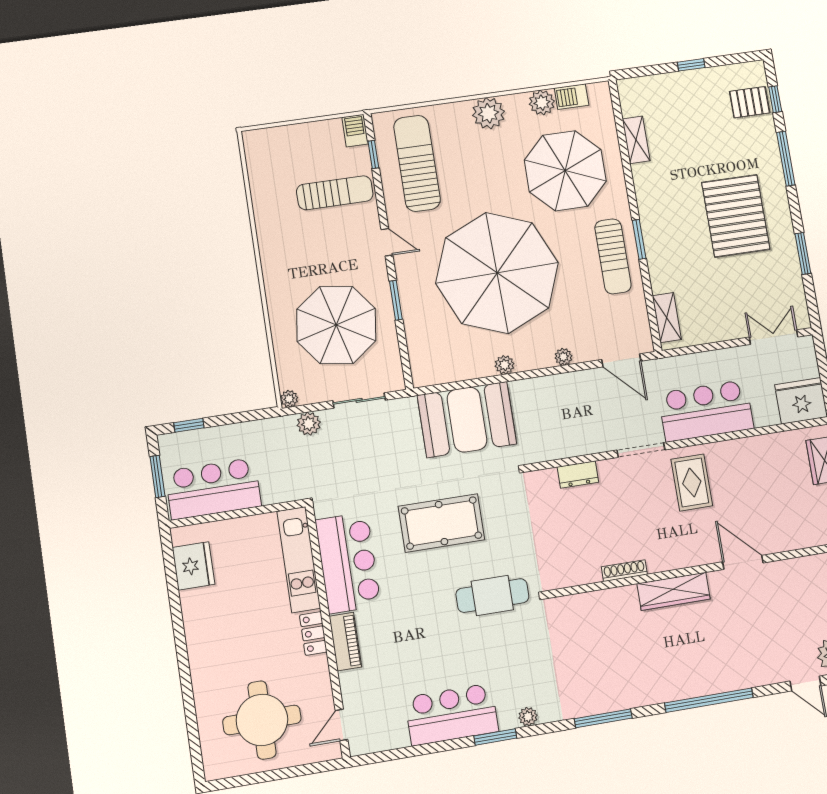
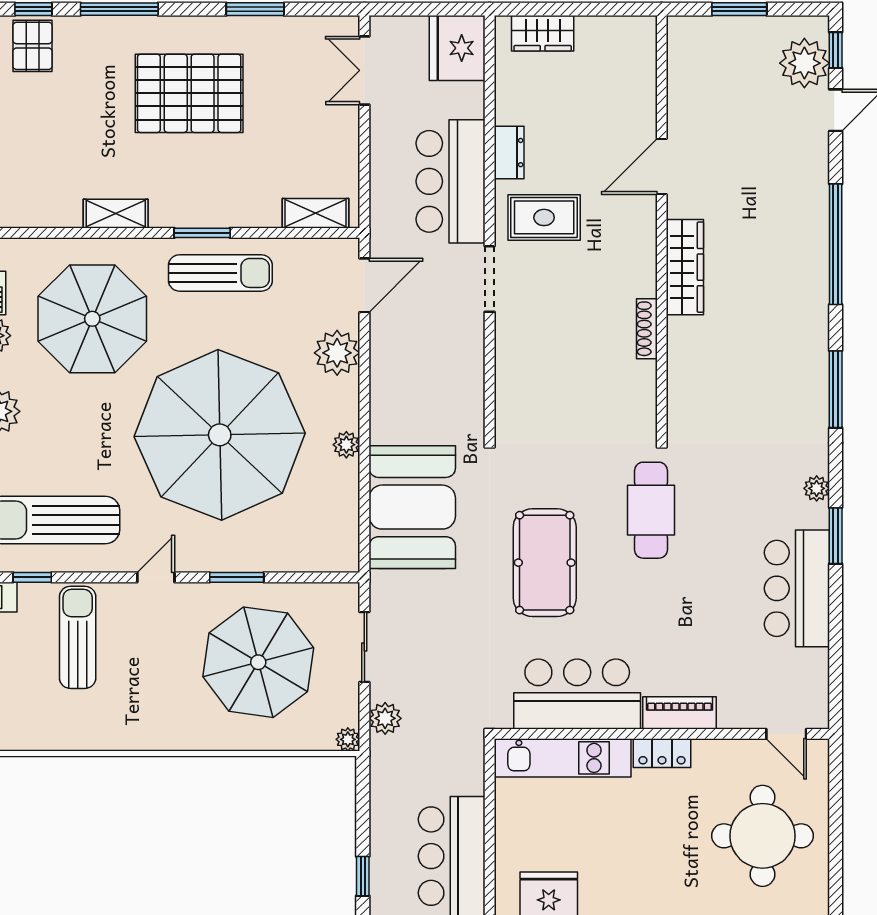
shelving: (636, 140) -> (116, 214), moved
plant: (563, 357) -> (337, 353), width x1.88, depth x1.88
dresser: (578, 475) -> (509, 153), moved

